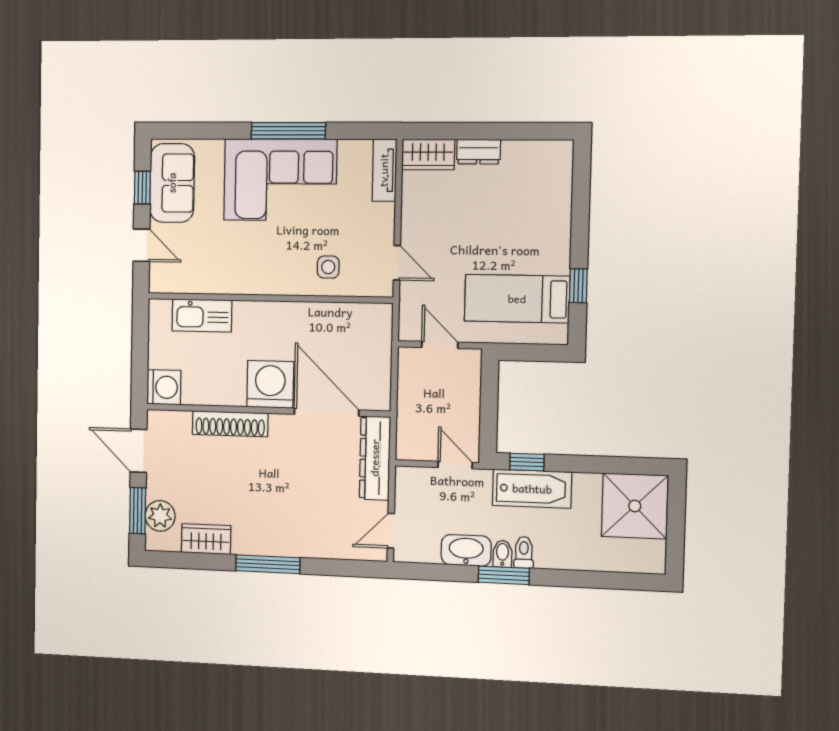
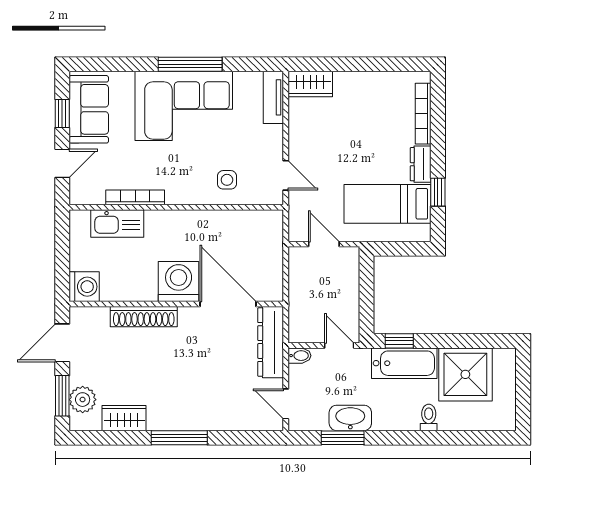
dresser: (478, 152) -> (421, 164), moved, turned 90
bookcase: (563, 191) -> (423, 114), added
door: (141, 245) -> (62, 163), hinge flipped
bookcase: (223, 286) -> (135, 197), added
door: (138, 451) -> (62, 343), hinge flipped
shower: (635, 506) -> (465, 374), moved
door: (391, 531) -> (286, 404), hinge flipped
toilet: (524, 552) -> (429, 417), moved
bidet: (502, 554) -> (299, 356), moved, turned 90
window: (504, 575) -> (343, 438), moved

